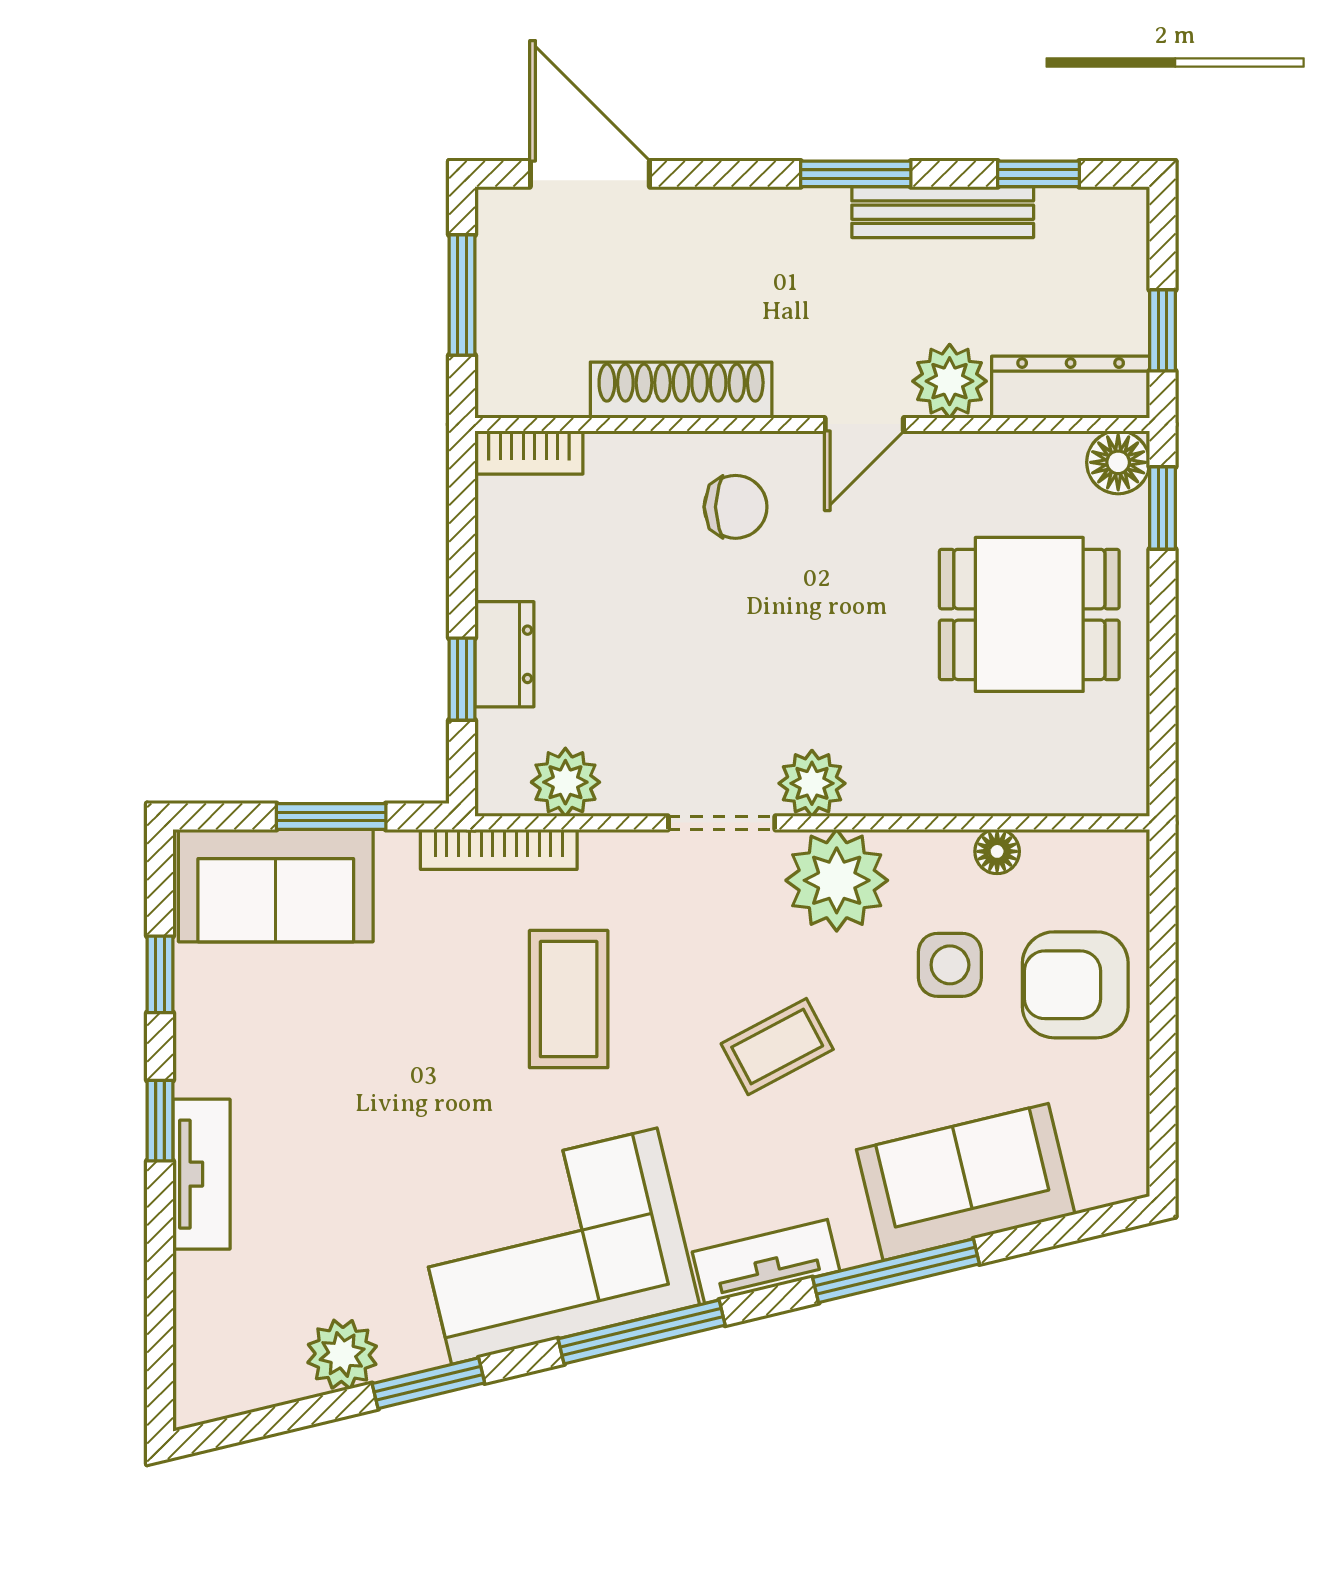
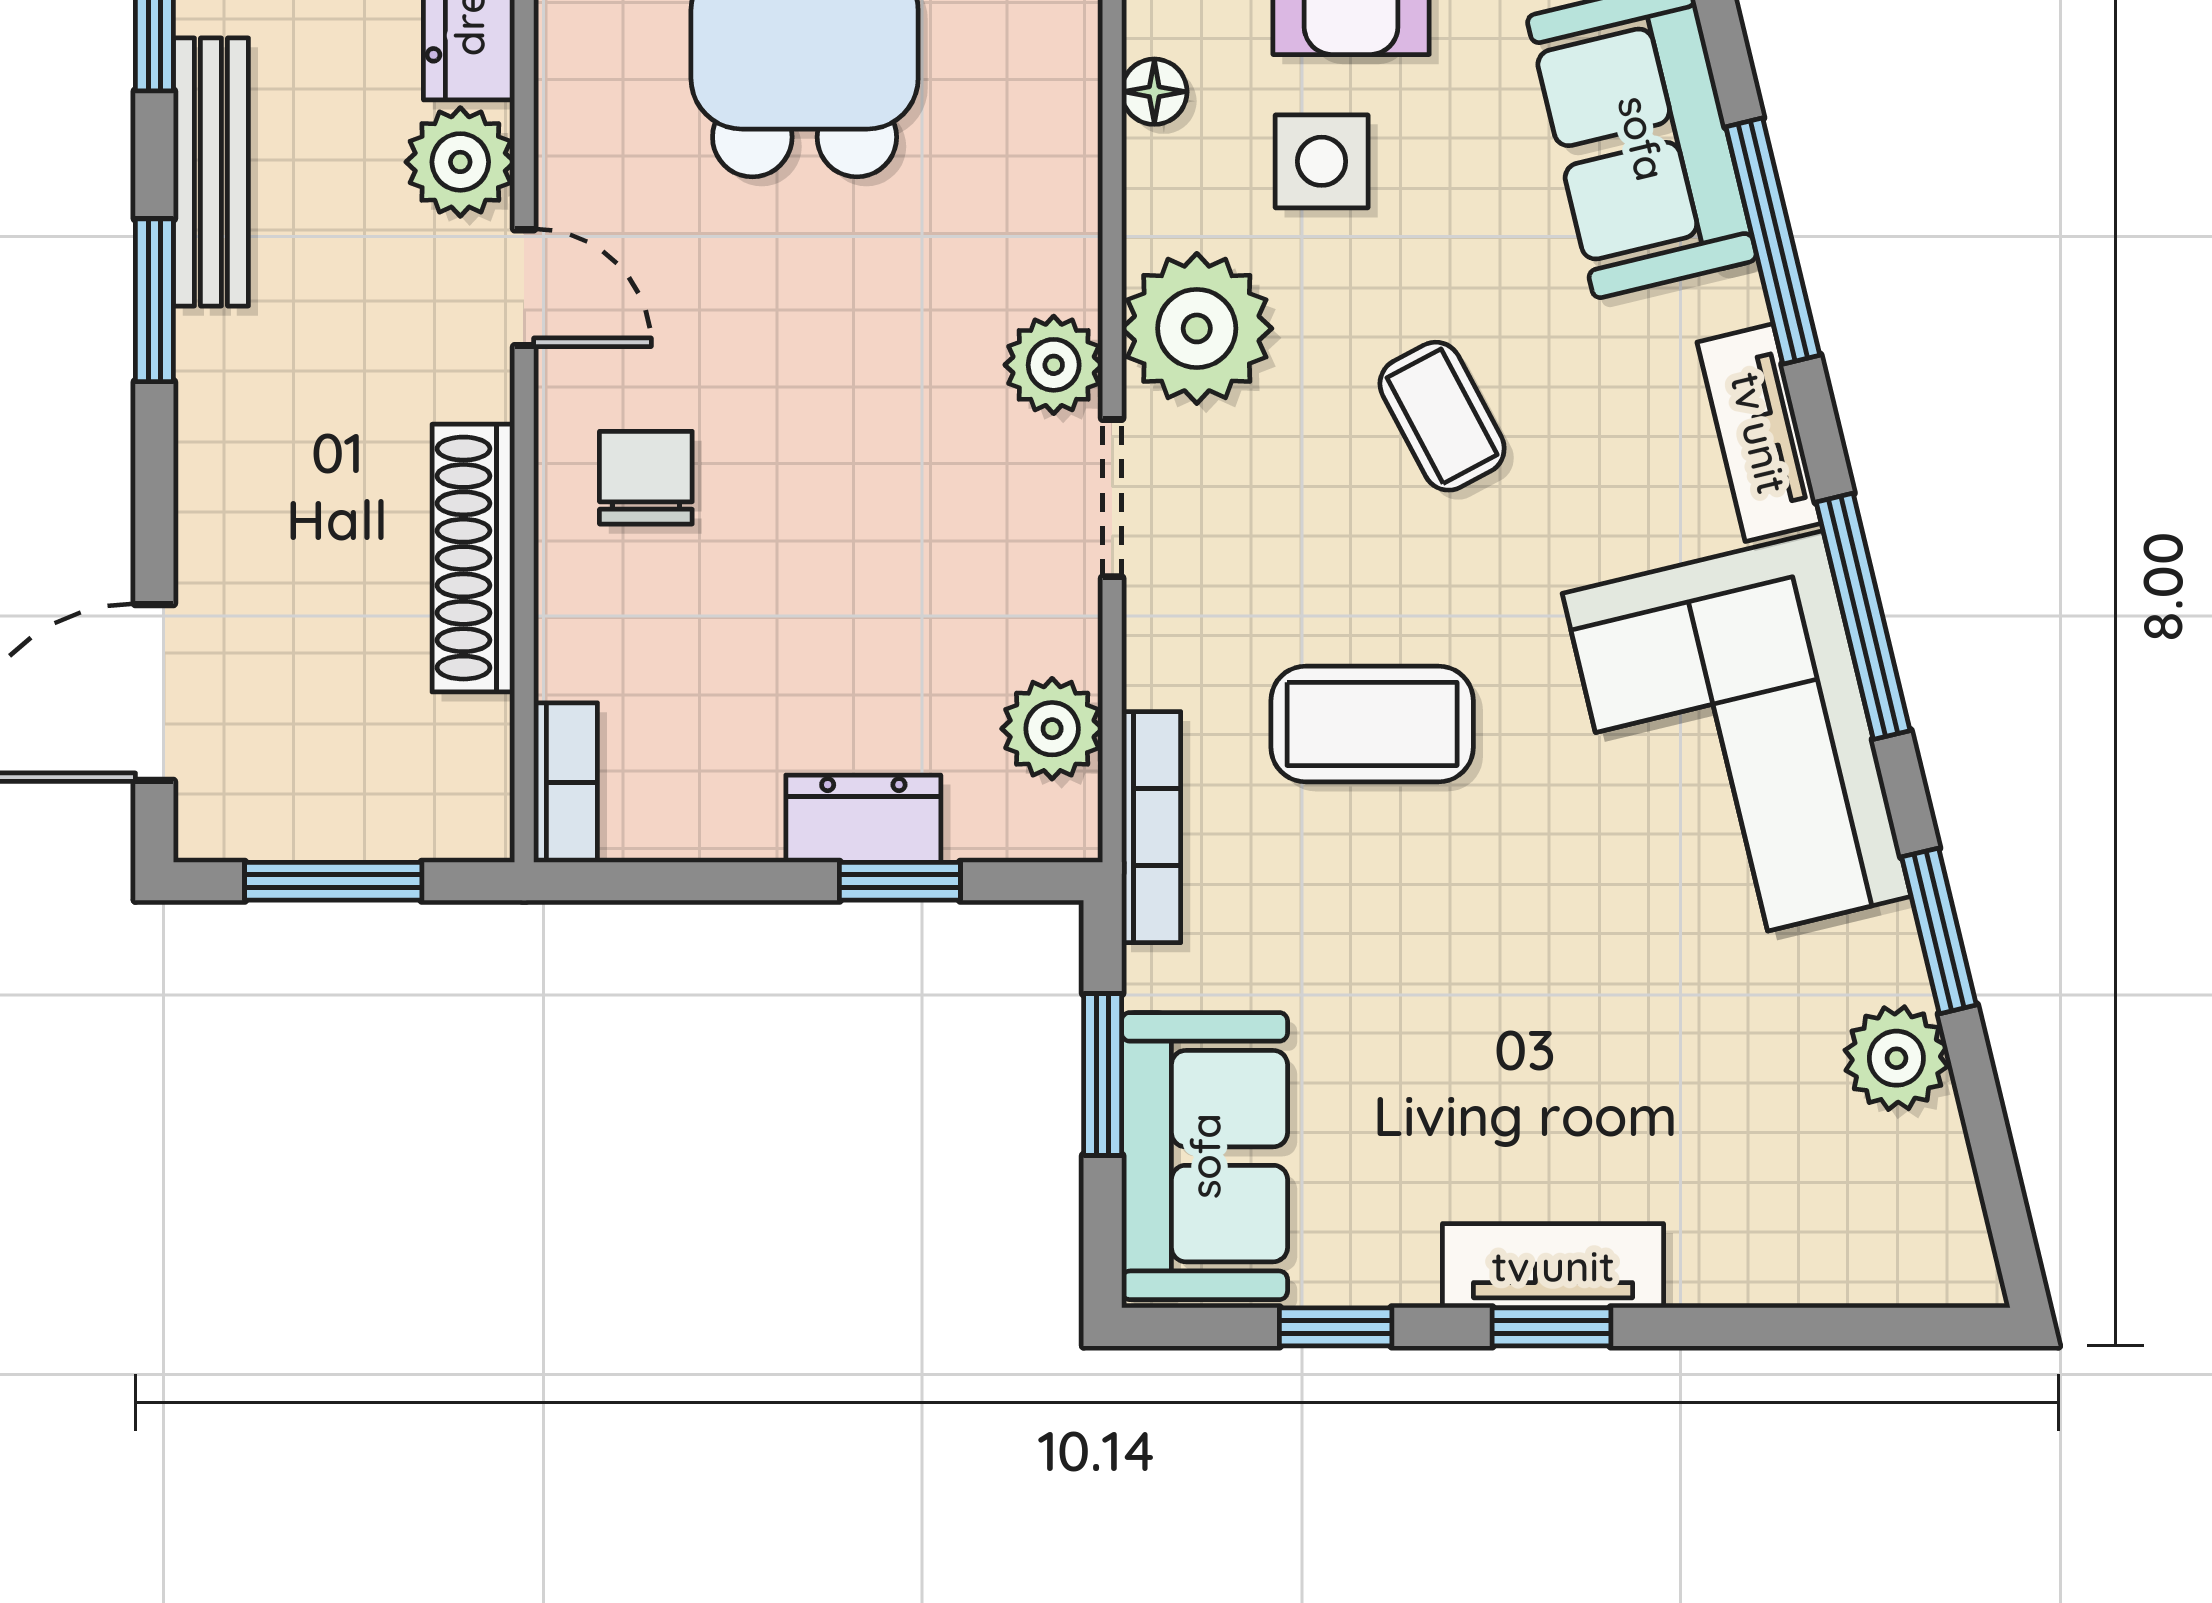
tv unit: (201, 1174) -> (1553, 1266), moved

